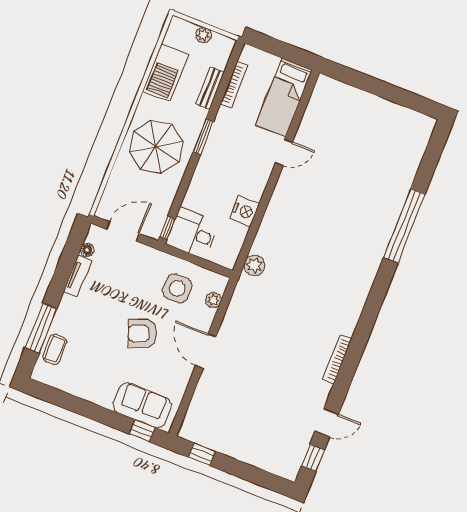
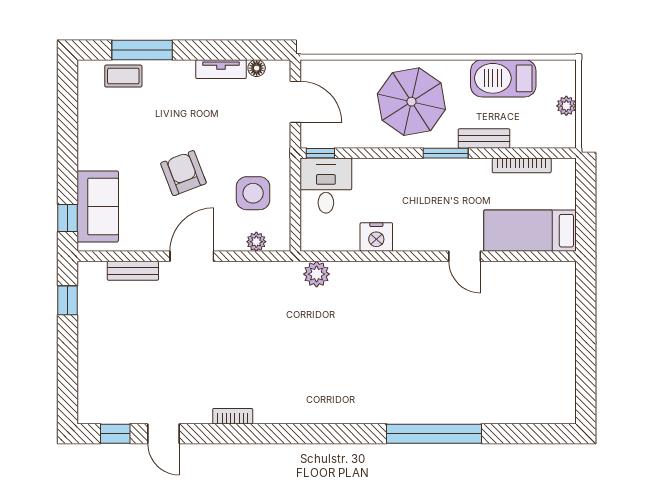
bench: (210, 88) -> (484, 138), moved
bookcase: (337, 359) -> (233, 416), width x0.64
bench: (199, 398) -> (133, 271), added

